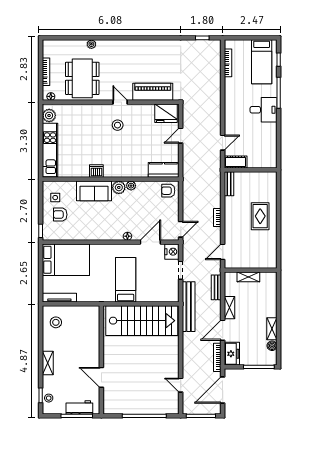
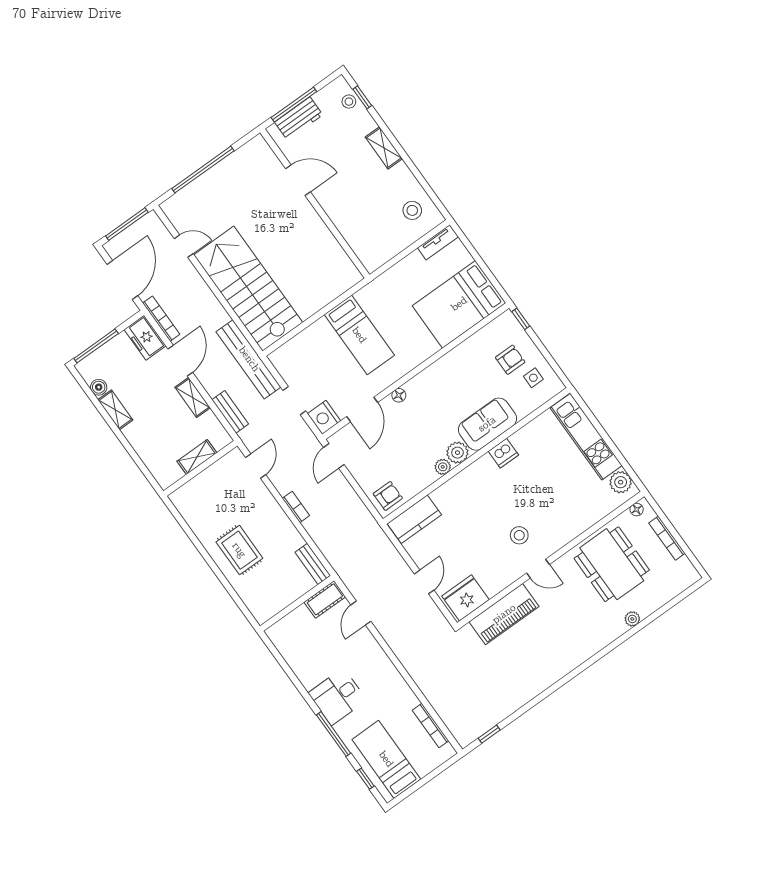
tv unit: (59, 298) -> (438, 242), width x0.71
stairs: (142, 321) -> (248, 289), moved, turned 90

